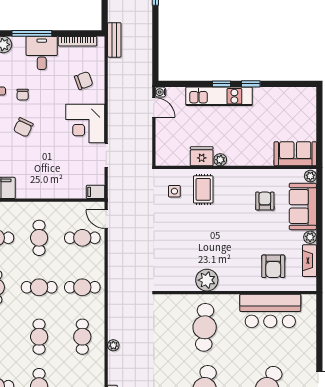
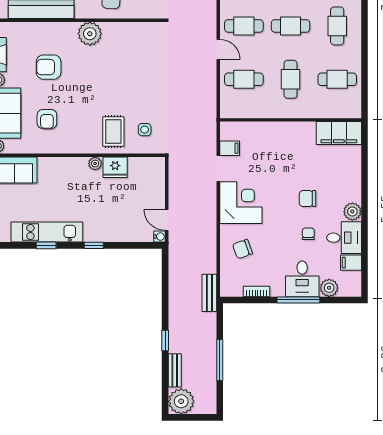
bookcase: (77, 41) -> (257, 291), width x0.64
desk: (42, 53) -> (302, 279), moved
window: (251, 84) -> (46, 245), moved
kitchen unit: (219, 96) -> (47, 232), moved
chair: (23, 127) -> (308, 199), turned -116
filing cabinet: (96, 192) -> (230, 148), moved
door: (106, 219) -> (218, 49), moved
armchair: (273, 266) -> (49, 67), moved, turned -90
plant: (207, 280) -> (90, 34), moved

